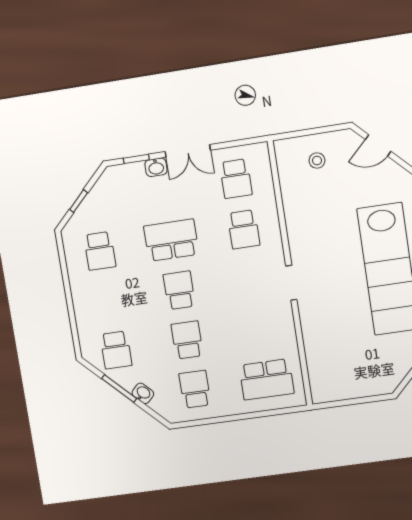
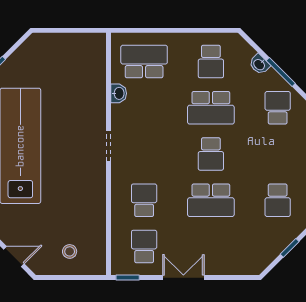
window: (136, 159) -> (128, 278), moved
washbasin: (156, 167) -> (119, 93), moved, turned 90
school desk: (100, 251) -> (278, 200), turned 180
school desk: (187, 340) -> (211, 108), width x1.85

